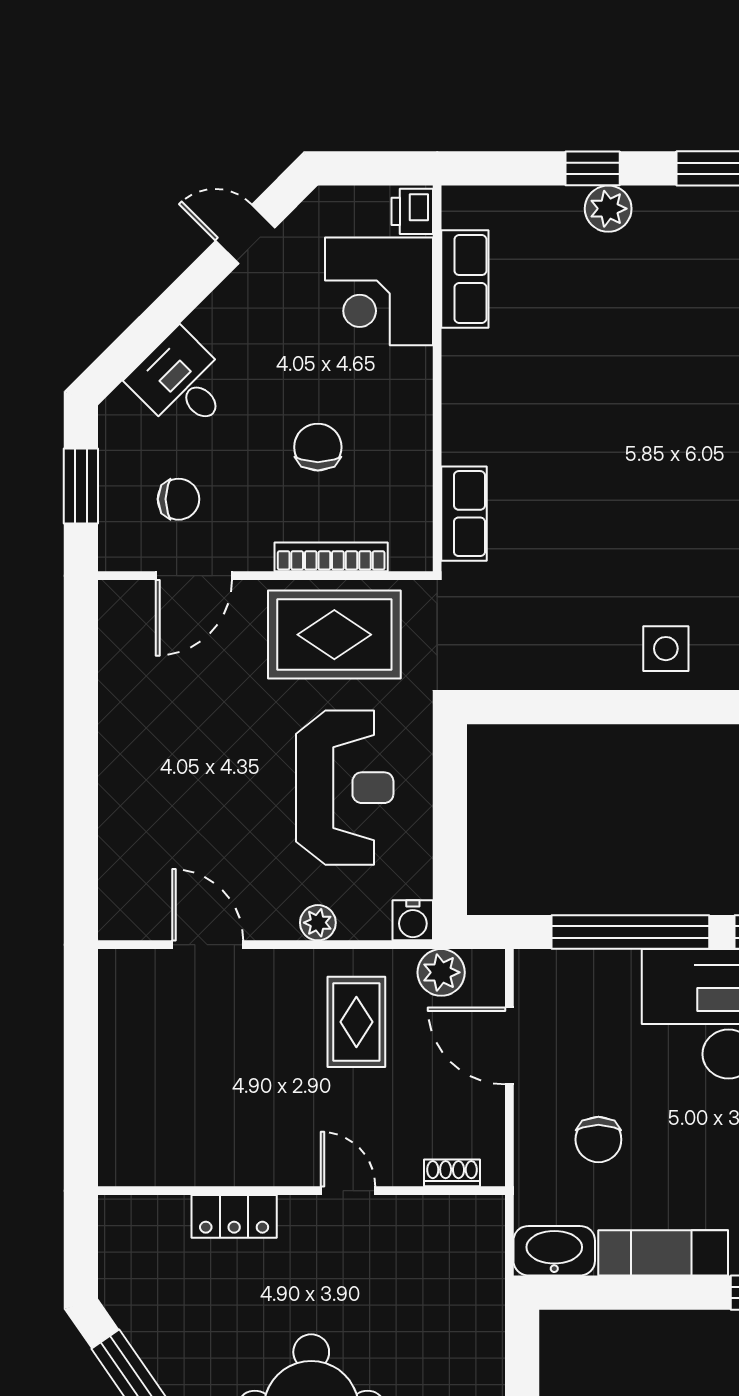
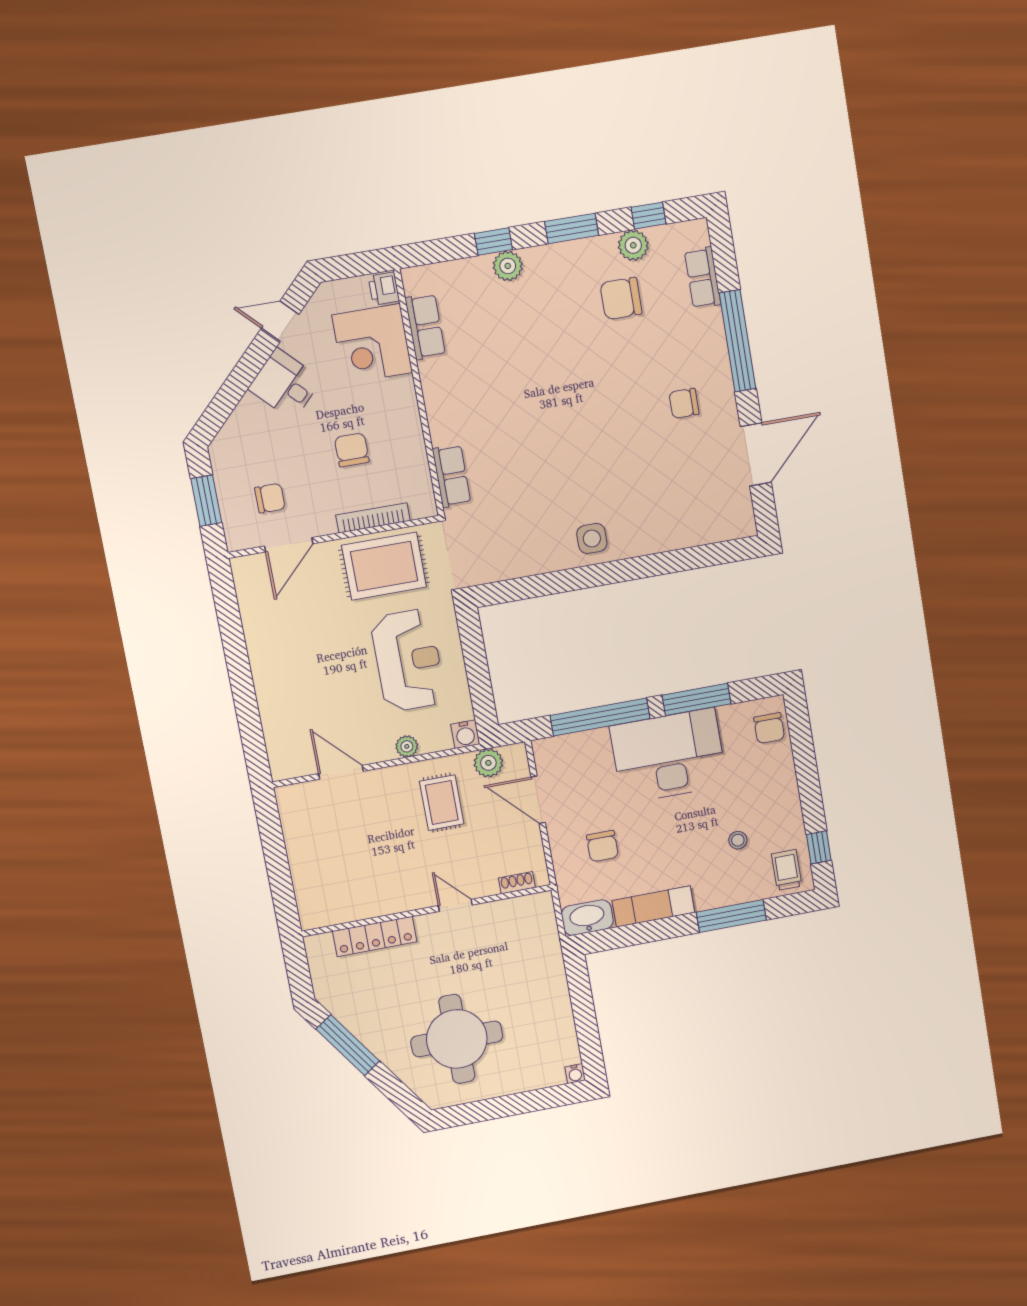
desk: (182, 383) -> (285, 384), moved
locker: (234, 1216) -> (375, 936), width x1.53

